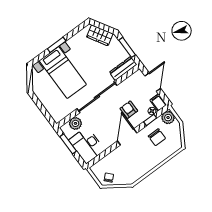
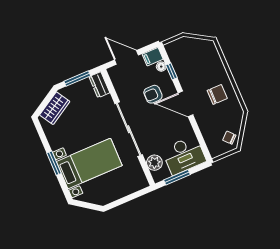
dresser: (123, 68) -> (99, 85), width x0.70
plant: (168, 118) -> (174, 49), removed
chair: (157, 137) -> (217, 94), moved

